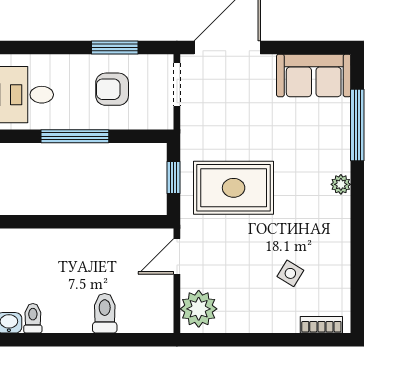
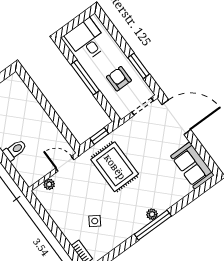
window: (357, 125) -> (153, 225), moved
plant: (199, 309) -> (49, 184), width x0.53, depth x0.53

